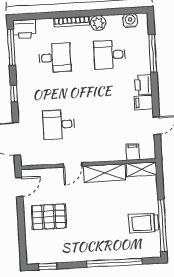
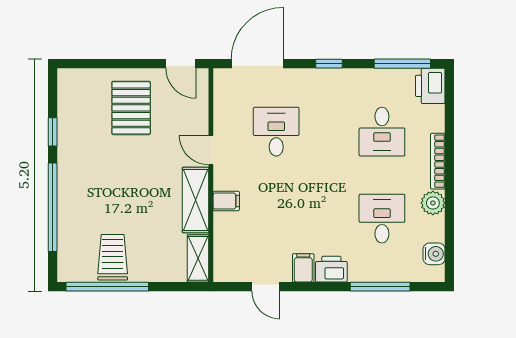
filing cabinet: (133, 152) -> (226, 201), moved
window: (48, 266) -> (53, 132), moved

